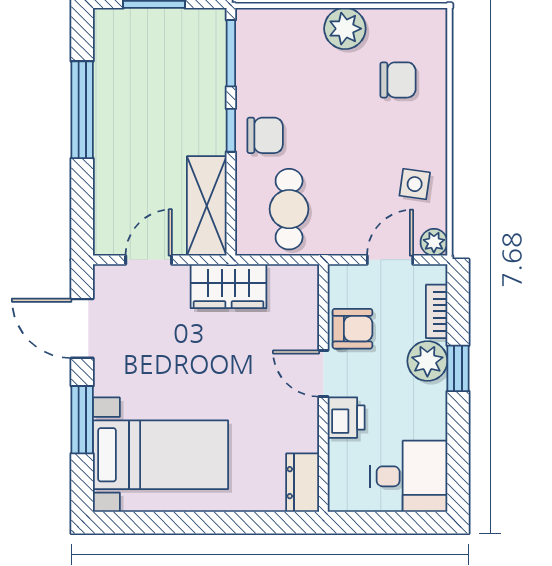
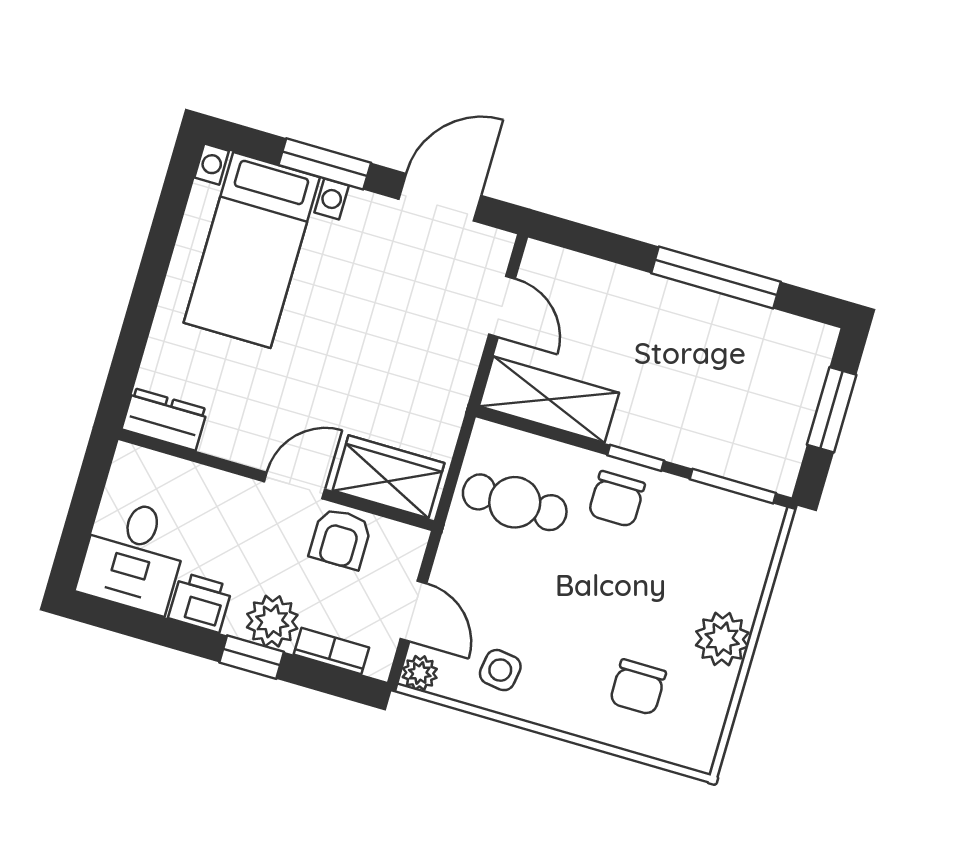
wardrobe: (228, 286) -> (389, 477), moved, turned 90
printer: (346, 418) -> (200, 602), moved, turned 180

